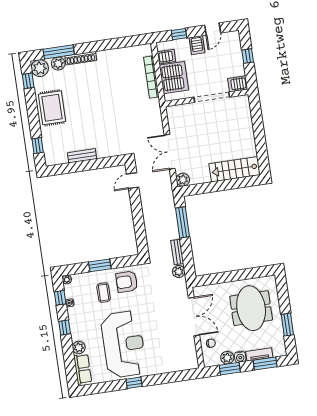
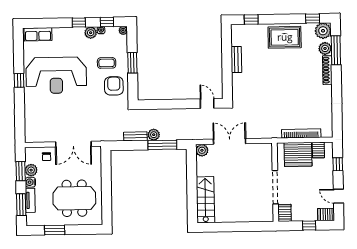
server rack: (197, 45) -> (326, 215), moved
plant: (179, 272) -> (154, 135), moved
plant: (79, 348) -> (91, 33), moved

